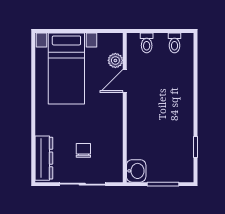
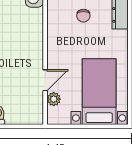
toilet: (147, 43) -> (25, 115), removed

